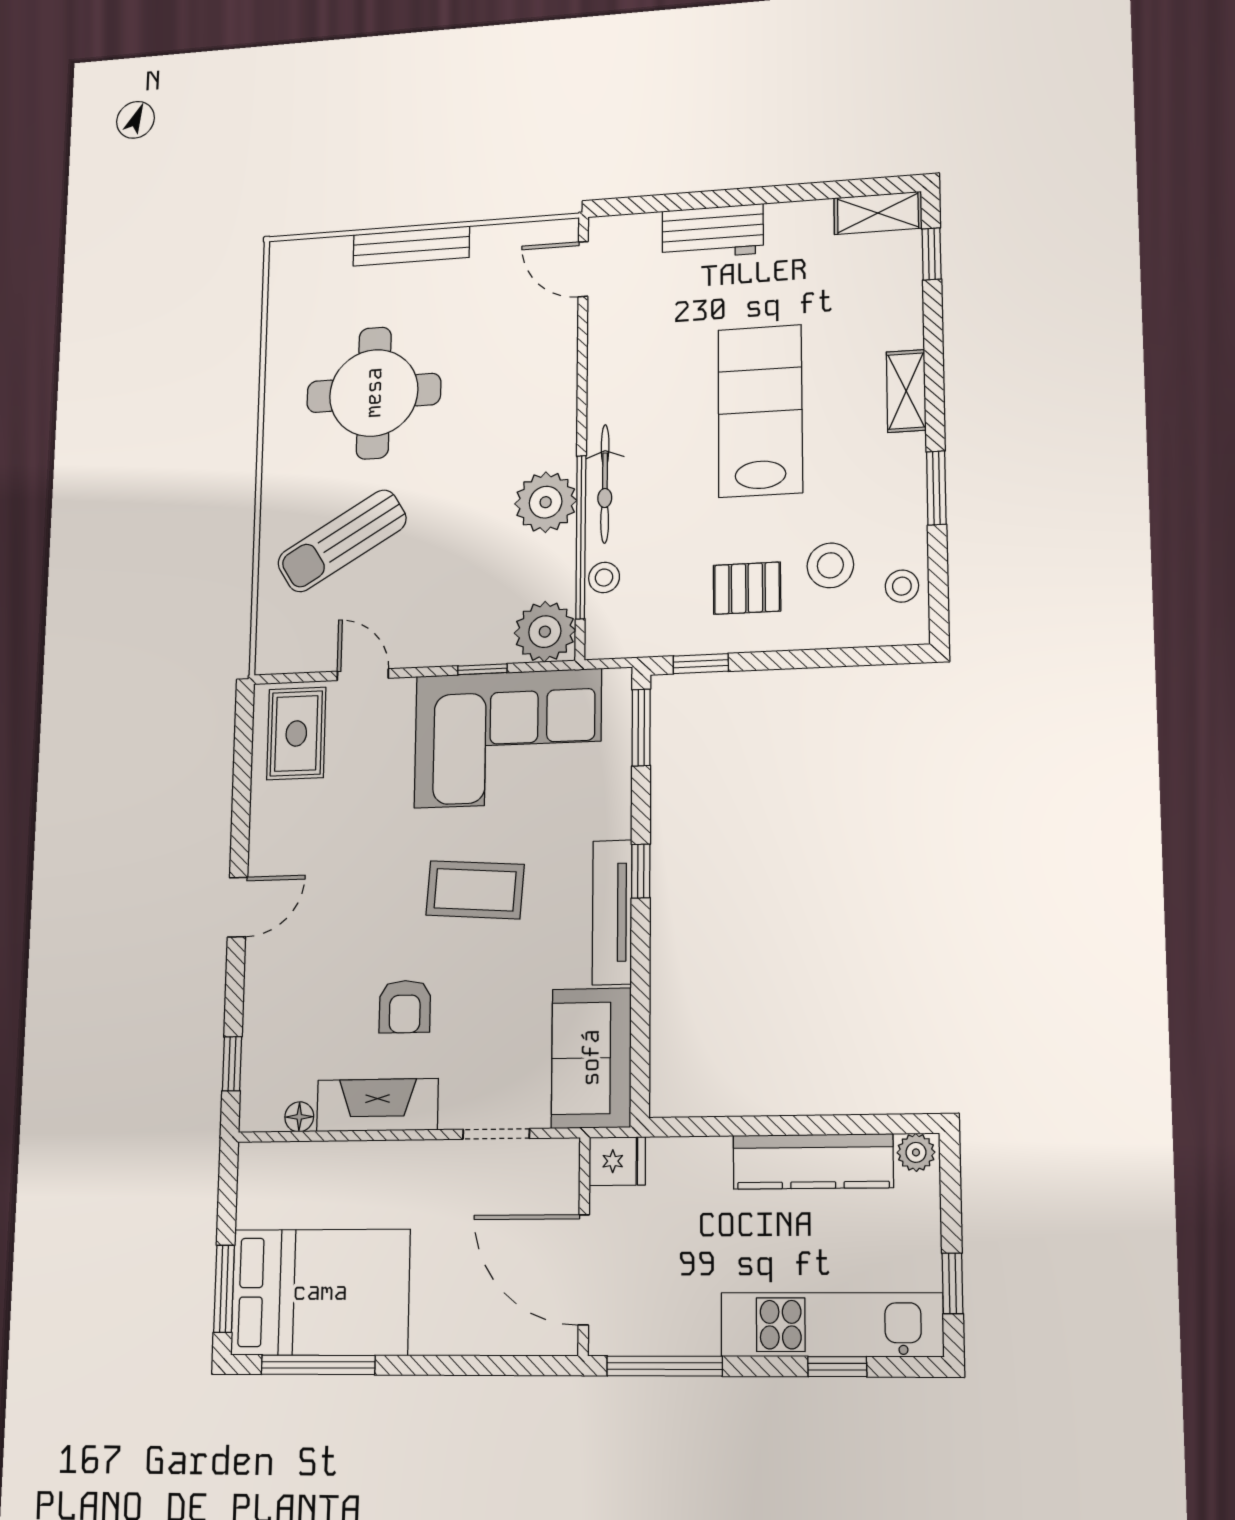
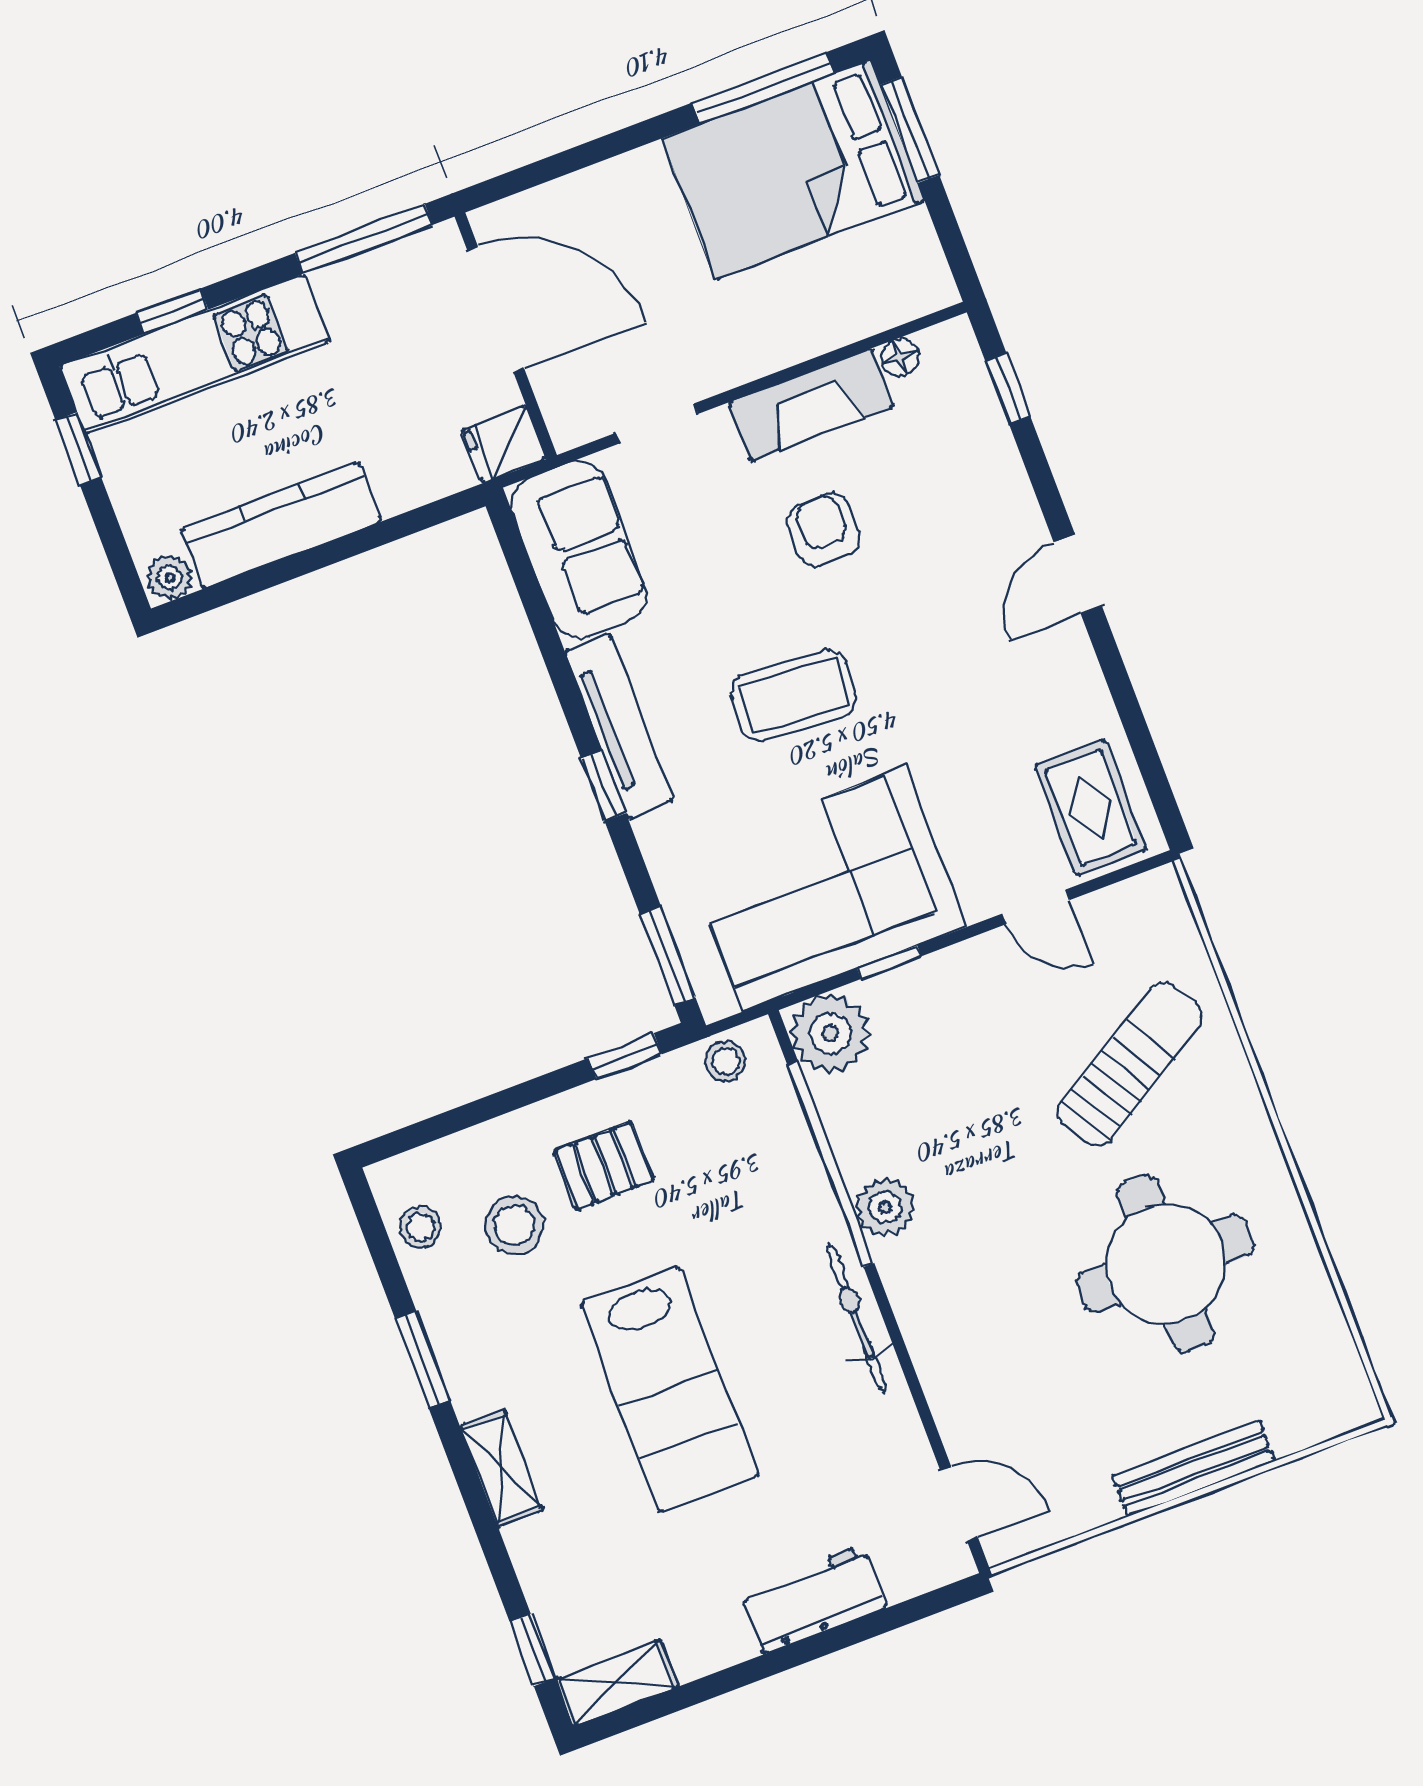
bicycle: (605, 484) -> (856, 1318), moved
plant: (546, 502) -> (885, 1207), width x0.73, depth x0.73
stool: (604, 578) -> (725, 1061), moved

